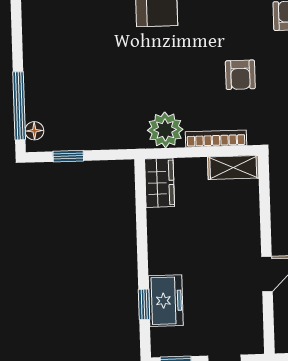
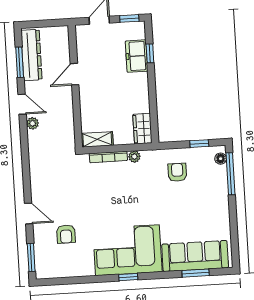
armchair: (240, 75) -> (177, 172), moved
plant: (165, 130) -> (134, 157), width x0.53, depth x0.53

